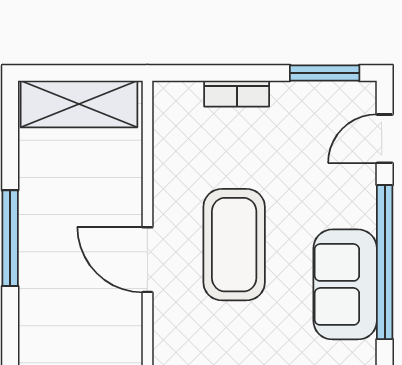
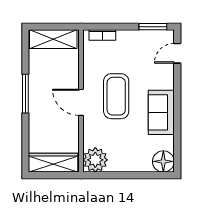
bookcase: (237, 94) -> (102, 35), moved
window: (385, 262) -> (177, 103), removed

